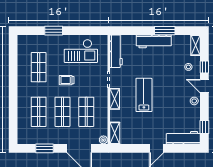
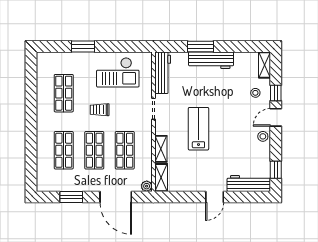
window: (165, 31) -> (200, 46), moved
door: (204, 86) -> (276, 117), hinge flipped
shelving: (115, 99) -> (161, 149), moved

